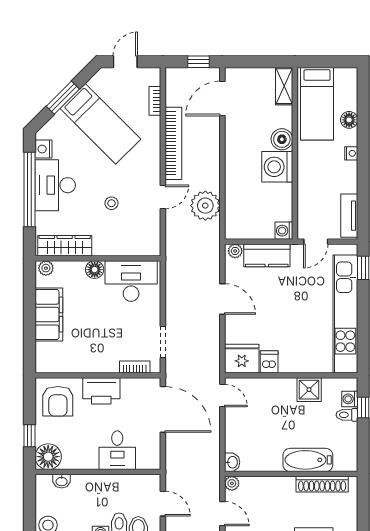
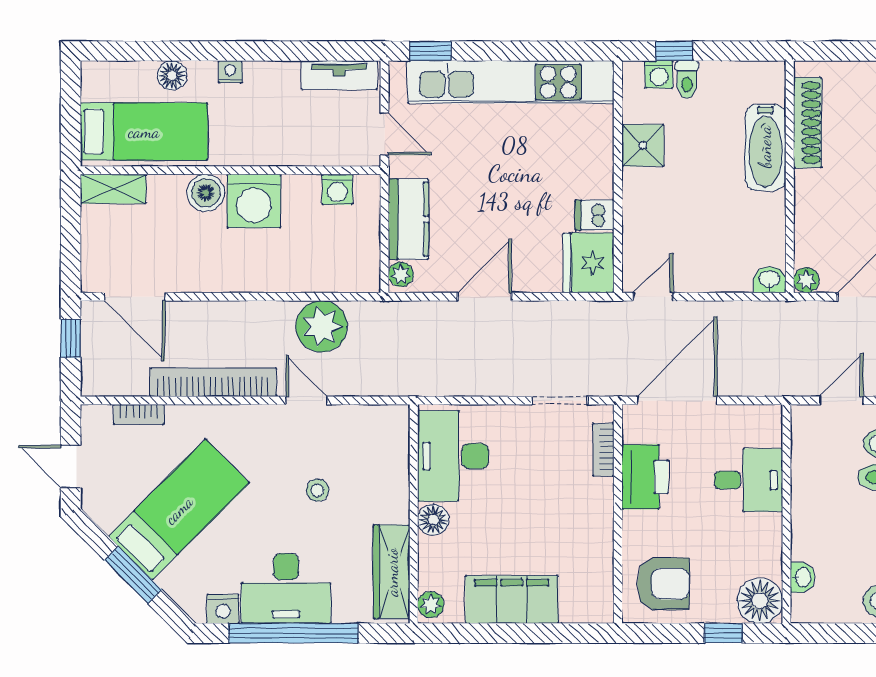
washing machine: (284, 231) -> (337, 189), moved
printer: (101, 391) -> (645, 477), moved

